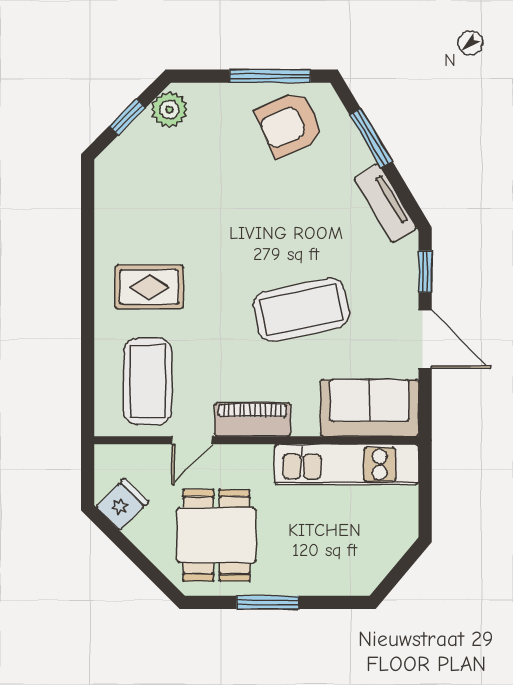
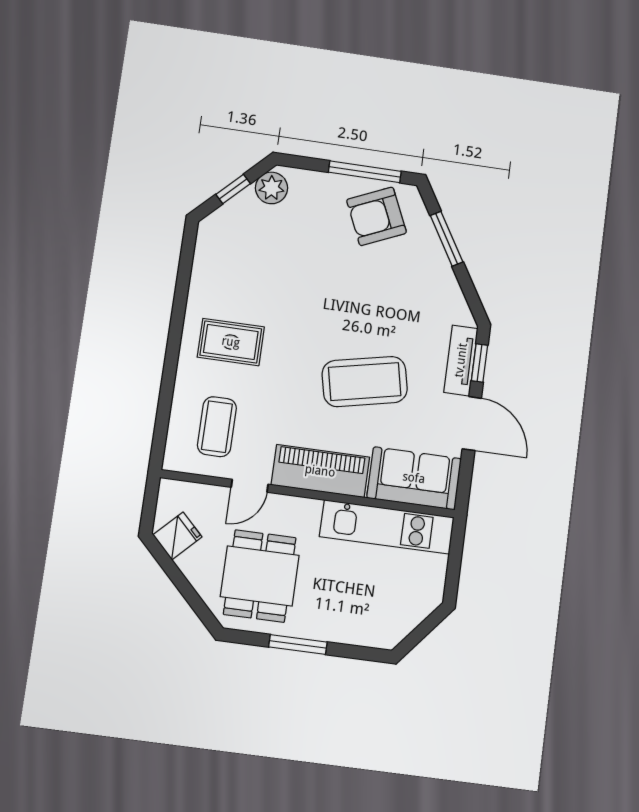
tv unit: (385, 203) -> (461, 360), moved, turned 31
coffee table: (147, 381) -> (217, 427), width x0.73, depth x0.76
piano: (252, 419) -> (320, 471), width x1.37, depth x1.33

